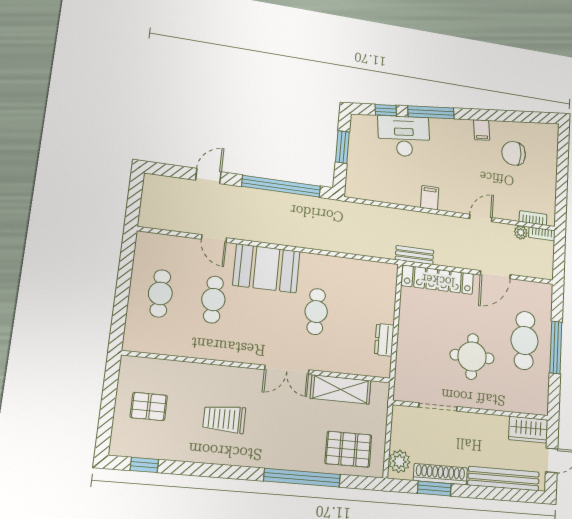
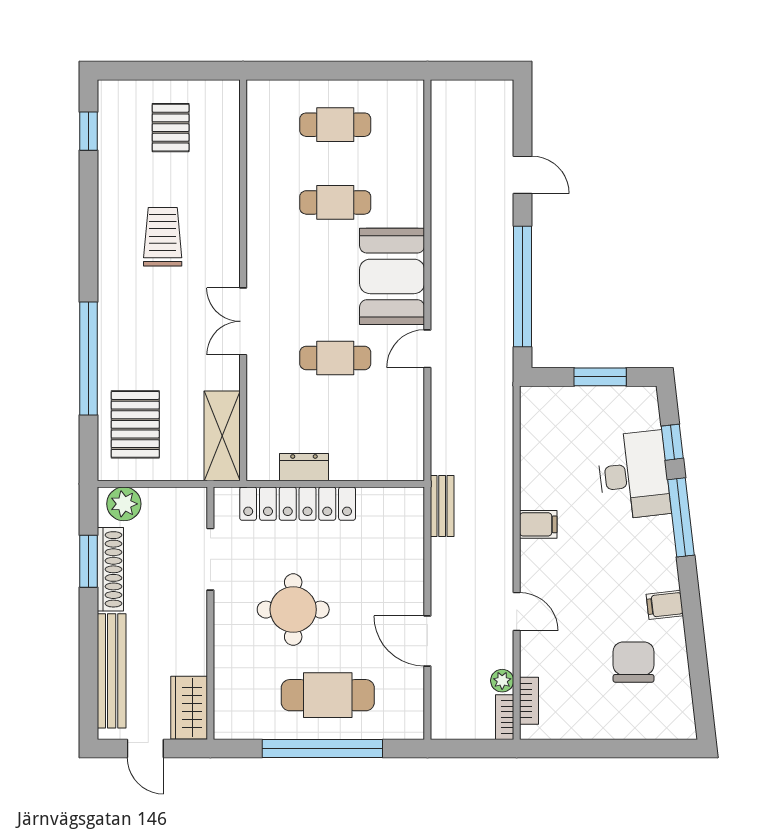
door: (214, 238) -> (427, 349), moved
locker: (438, 280) -> (298, 504), moved, turned -90
window: (556, 347) -> (322, 748), width x1.46
shelving: (341, 389) -> (222, 436), moved

